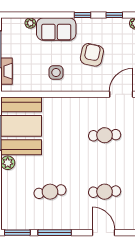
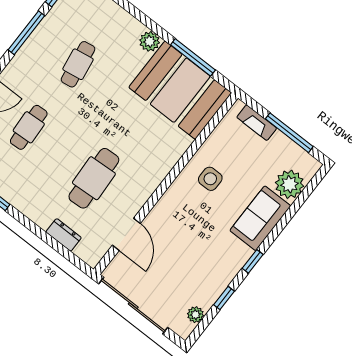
plant: (30, 23) -> (289, 184), width x1.87, depth x1.87
armchair: (92, 55) -> (198, 236), removed
cafe table: (105, 135) -> (94, 178), width x1.37, depth x1.35

